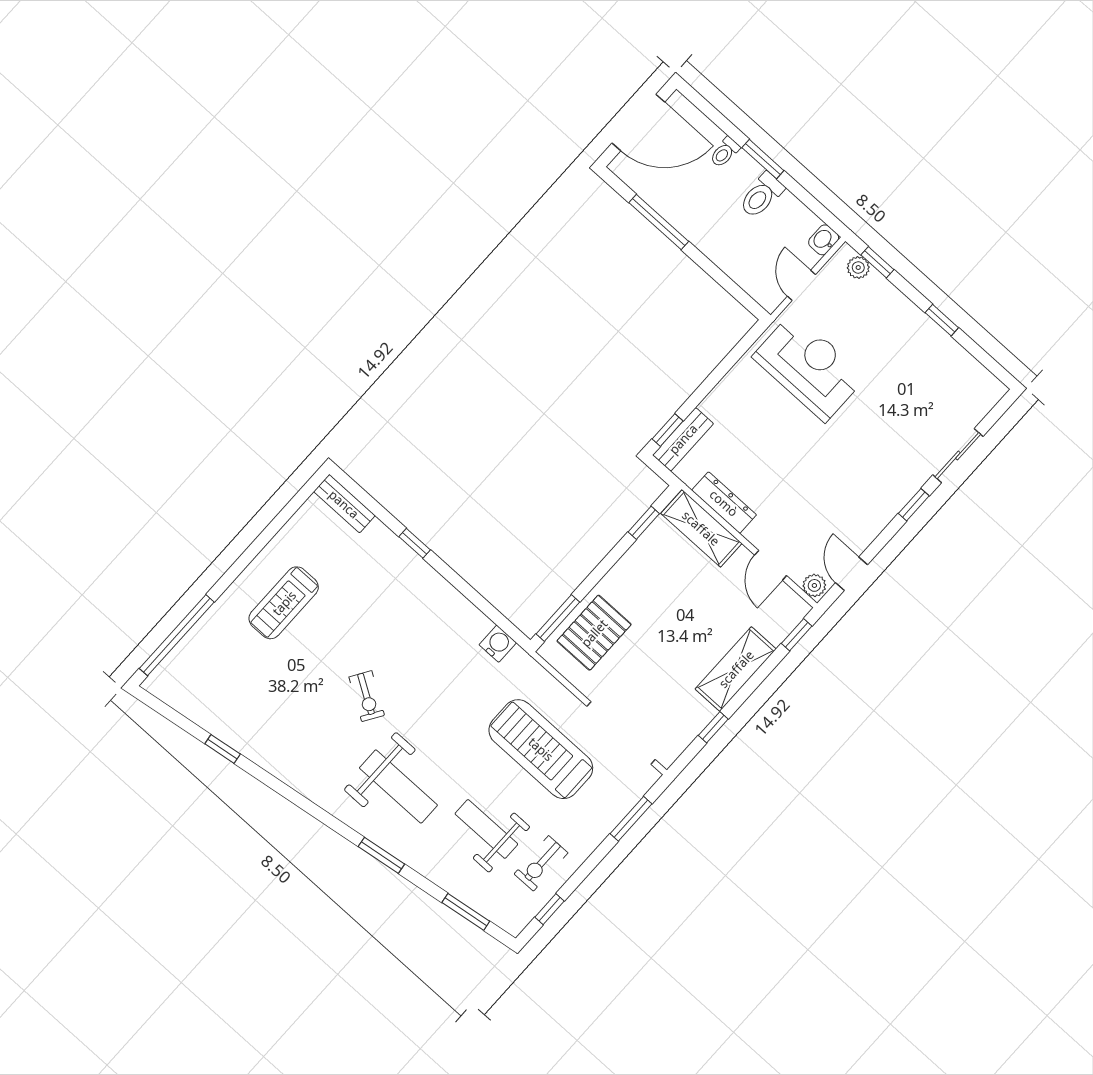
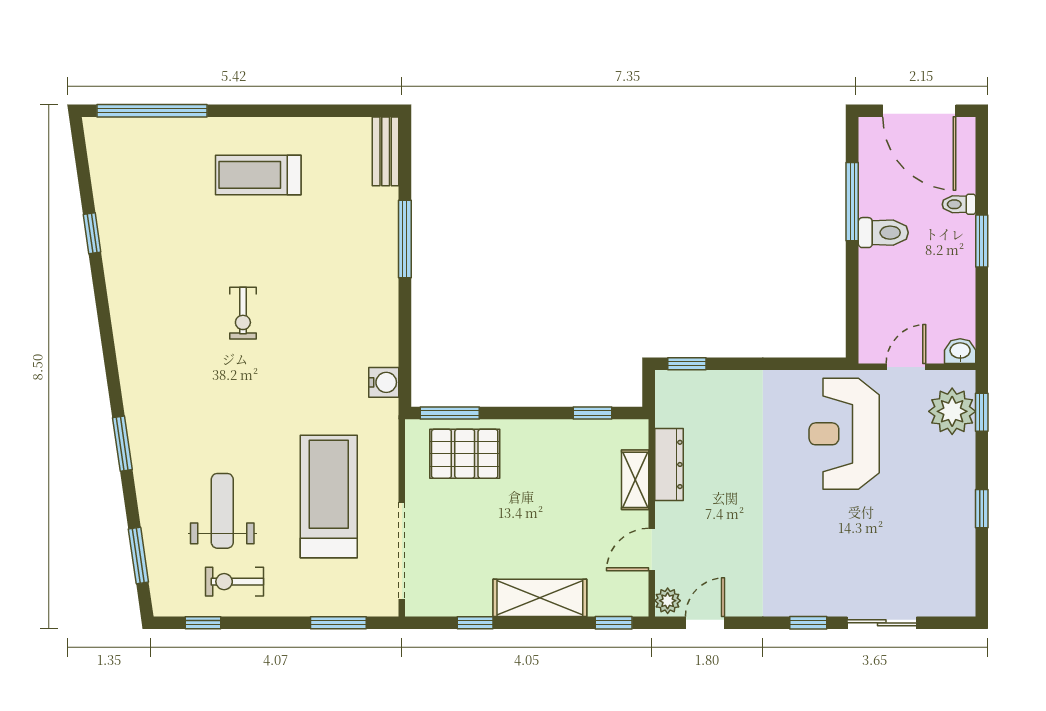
toilet: (762, 195) -> (883, 233), moved, turned 180
plant: (858, 268) -> (952, 411), width x1.88, depth x1.88
reception desk: (809, 367) -> (844, 434), turned 180
bench: (683, 439) -> (691, 383), removed
shelving: (701, 528) -> (635, 480), width x0.67, depth x0.75
window: (415, 543) -> (405, 239), width x2.17
exercise bike: (367, 696) -> (243, 313), turned -32
weight bench: (398, 786) -> (192, 407), removed

